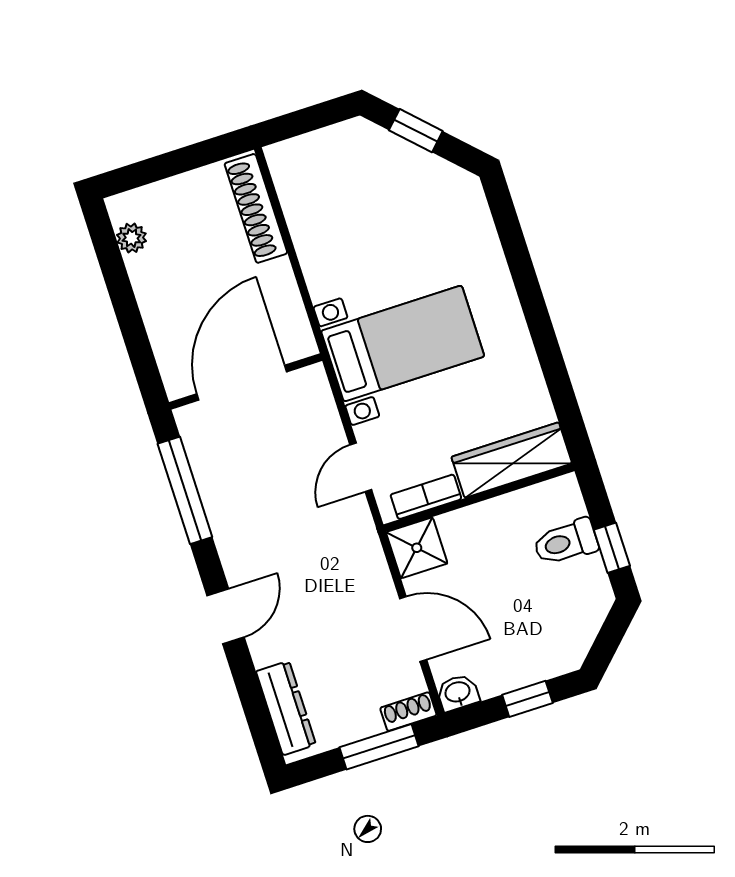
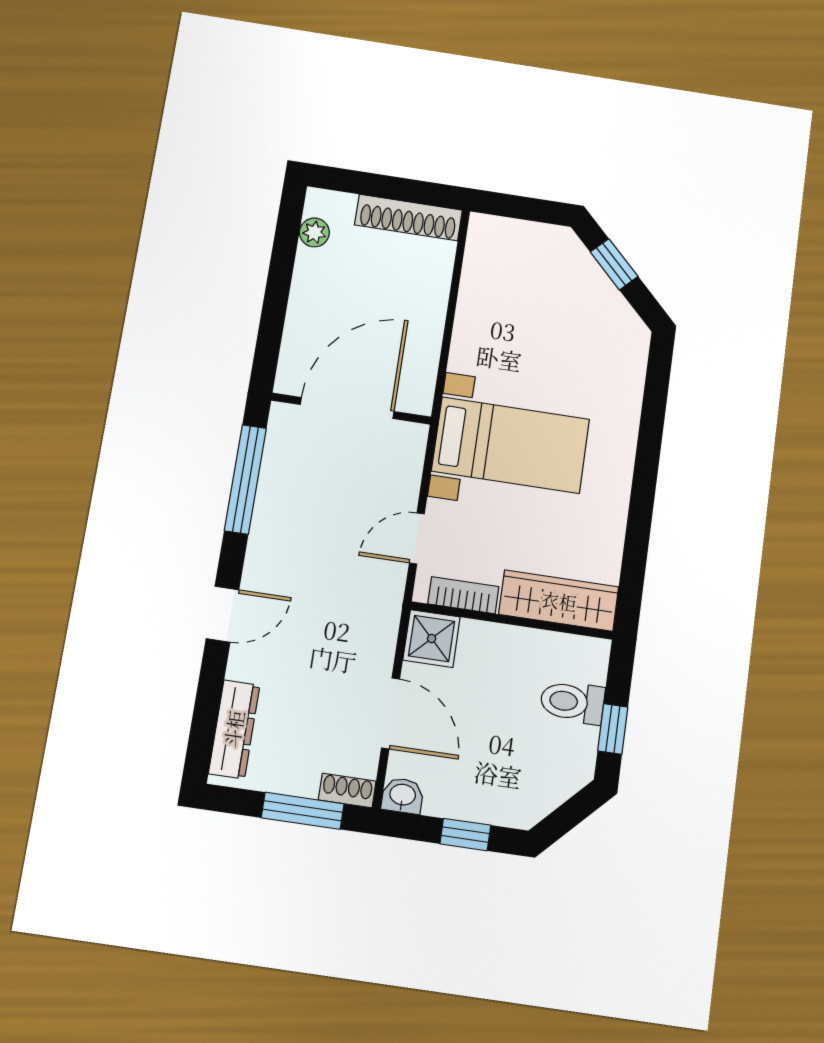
shoe rack: (256, 208) -> (408, 218), moved, turned -90

